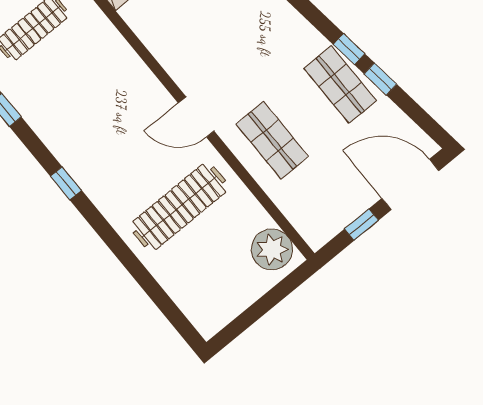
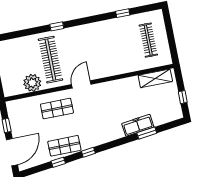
window: (349, 49) -> (88, 152), moved
window: (66, 183) -> (57, 26), moved
plant: (272, 249) -> (32, 83), moved

